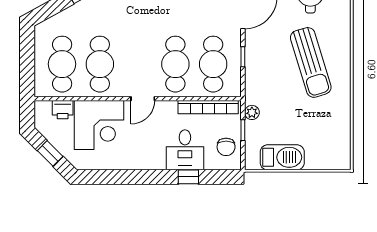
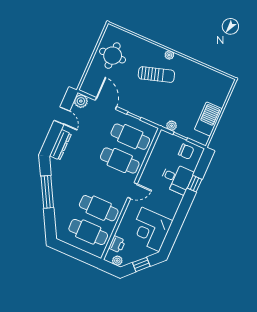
sun lounger: (311, 62) -> (156, 75), width x0.73, depth x0.75
plant: (344, 68) -> (169, 55), added
door: (143, 99) -> (132, 191), hinge flipped
bookcase: (208, 107) -> (156, 152), removed
plant: (41, 119) -> (117, 261), added
corner desk: (99, 125) -> (151, 229), moved, turned 180

